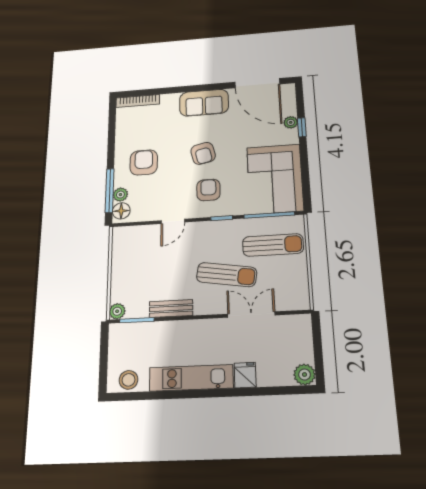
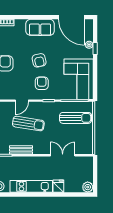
sun lounger: (227, 275) -> (28, 124), moved

